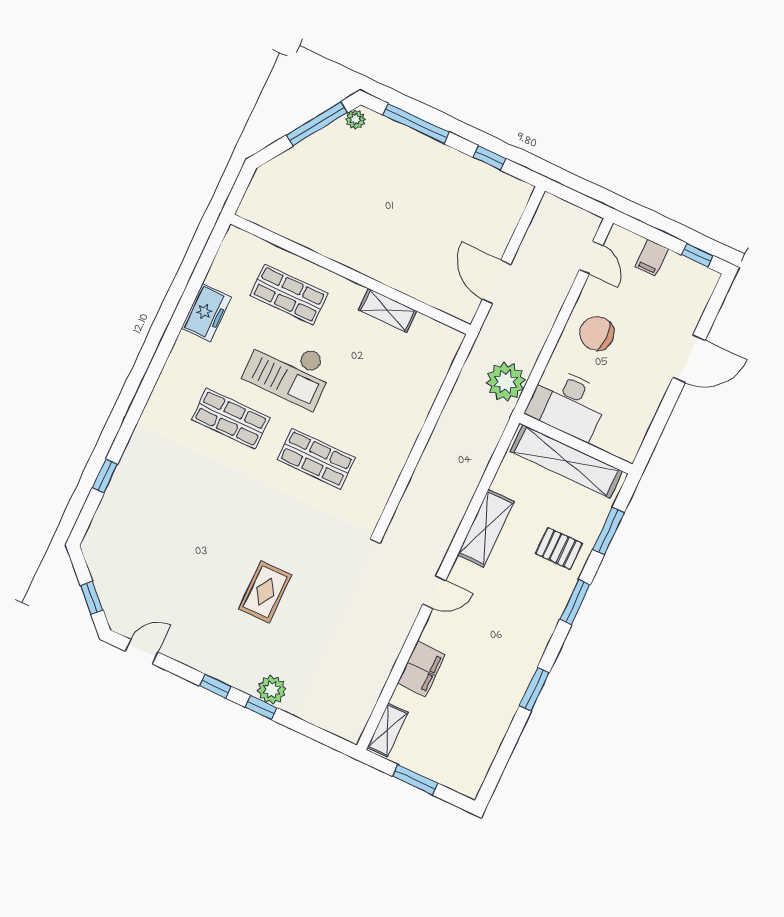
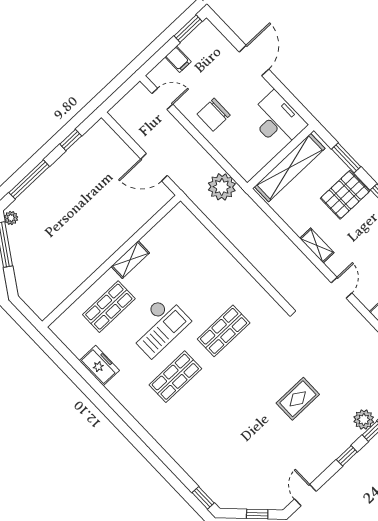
window: (697, 255) -> (188, 29), width x1.50
shelving: (388, 310) -> (130, 260), moved
desk: (568, 403) -> (277, 120), moved, turned -90
window: (105, 476) -> (203, 498), moved
shelving: (486, 528) -> (317, 246), width x0.67, depth x0.75
pallet: (559, 549) -> (345, 195), width x1.50, depth x1.42
rug: (265, 592) -> (298, 399), turned 90

